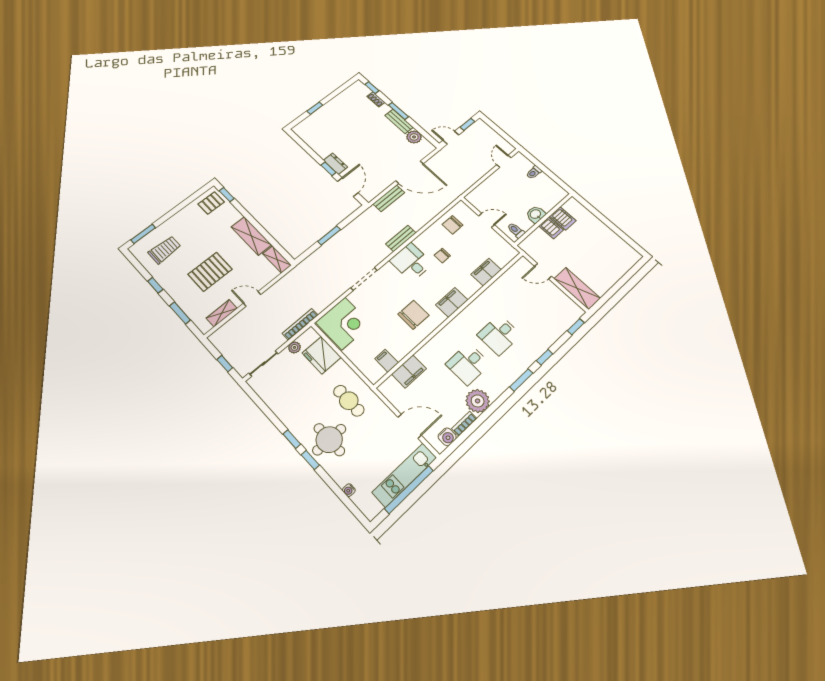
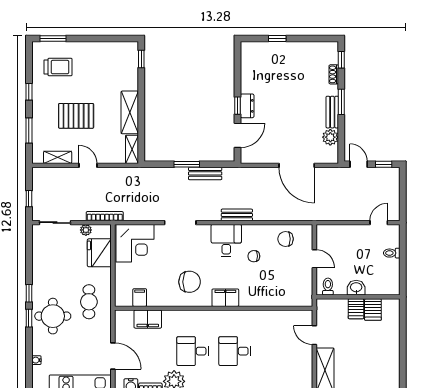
bench: (389, 198) -> (205, 173), moved
pallet: (211, 203) -> (124, 56), removed
filing cabinet: (486, 272) -> (273, 298), removed

